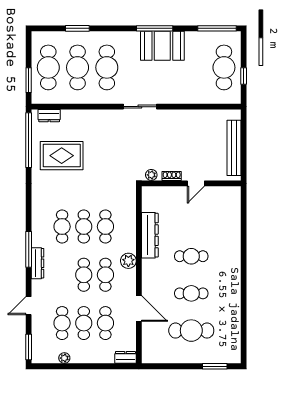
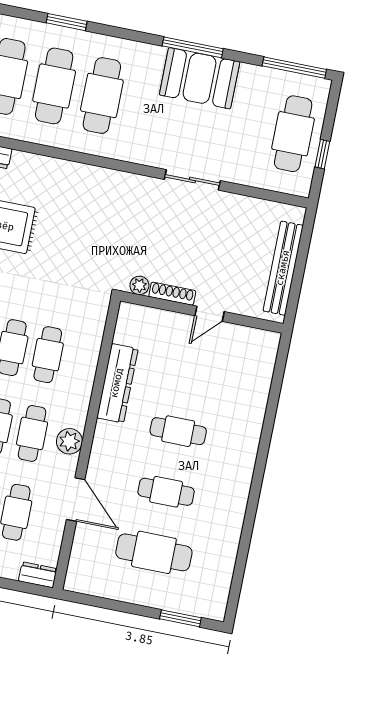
sliding door: (140, 107) -> (192, 180), moved
shoe rack: (172, 176) -> (172, 294), width x1.43
plant: (128, 261) -> (69, 441), moved

